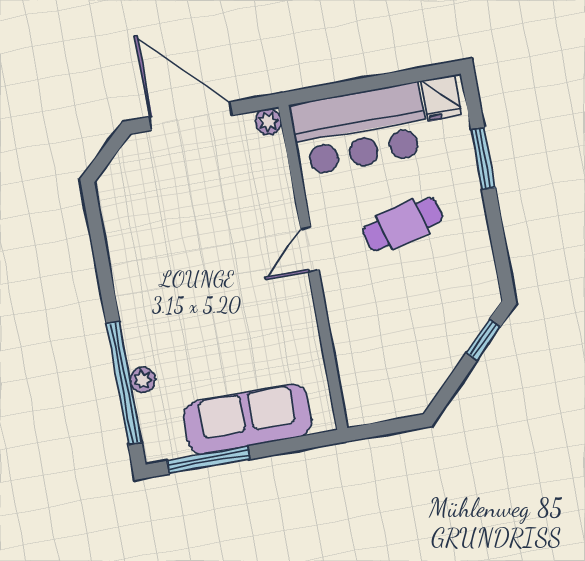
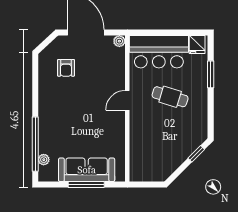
armchair: (161, 202) -> (66, 68), added
cafe table: (403, 224) -> (170, 97), turned 31
plant: (143, 380) -> (44, 160), moved
window: (209, 460) -> (86, 185), moved

